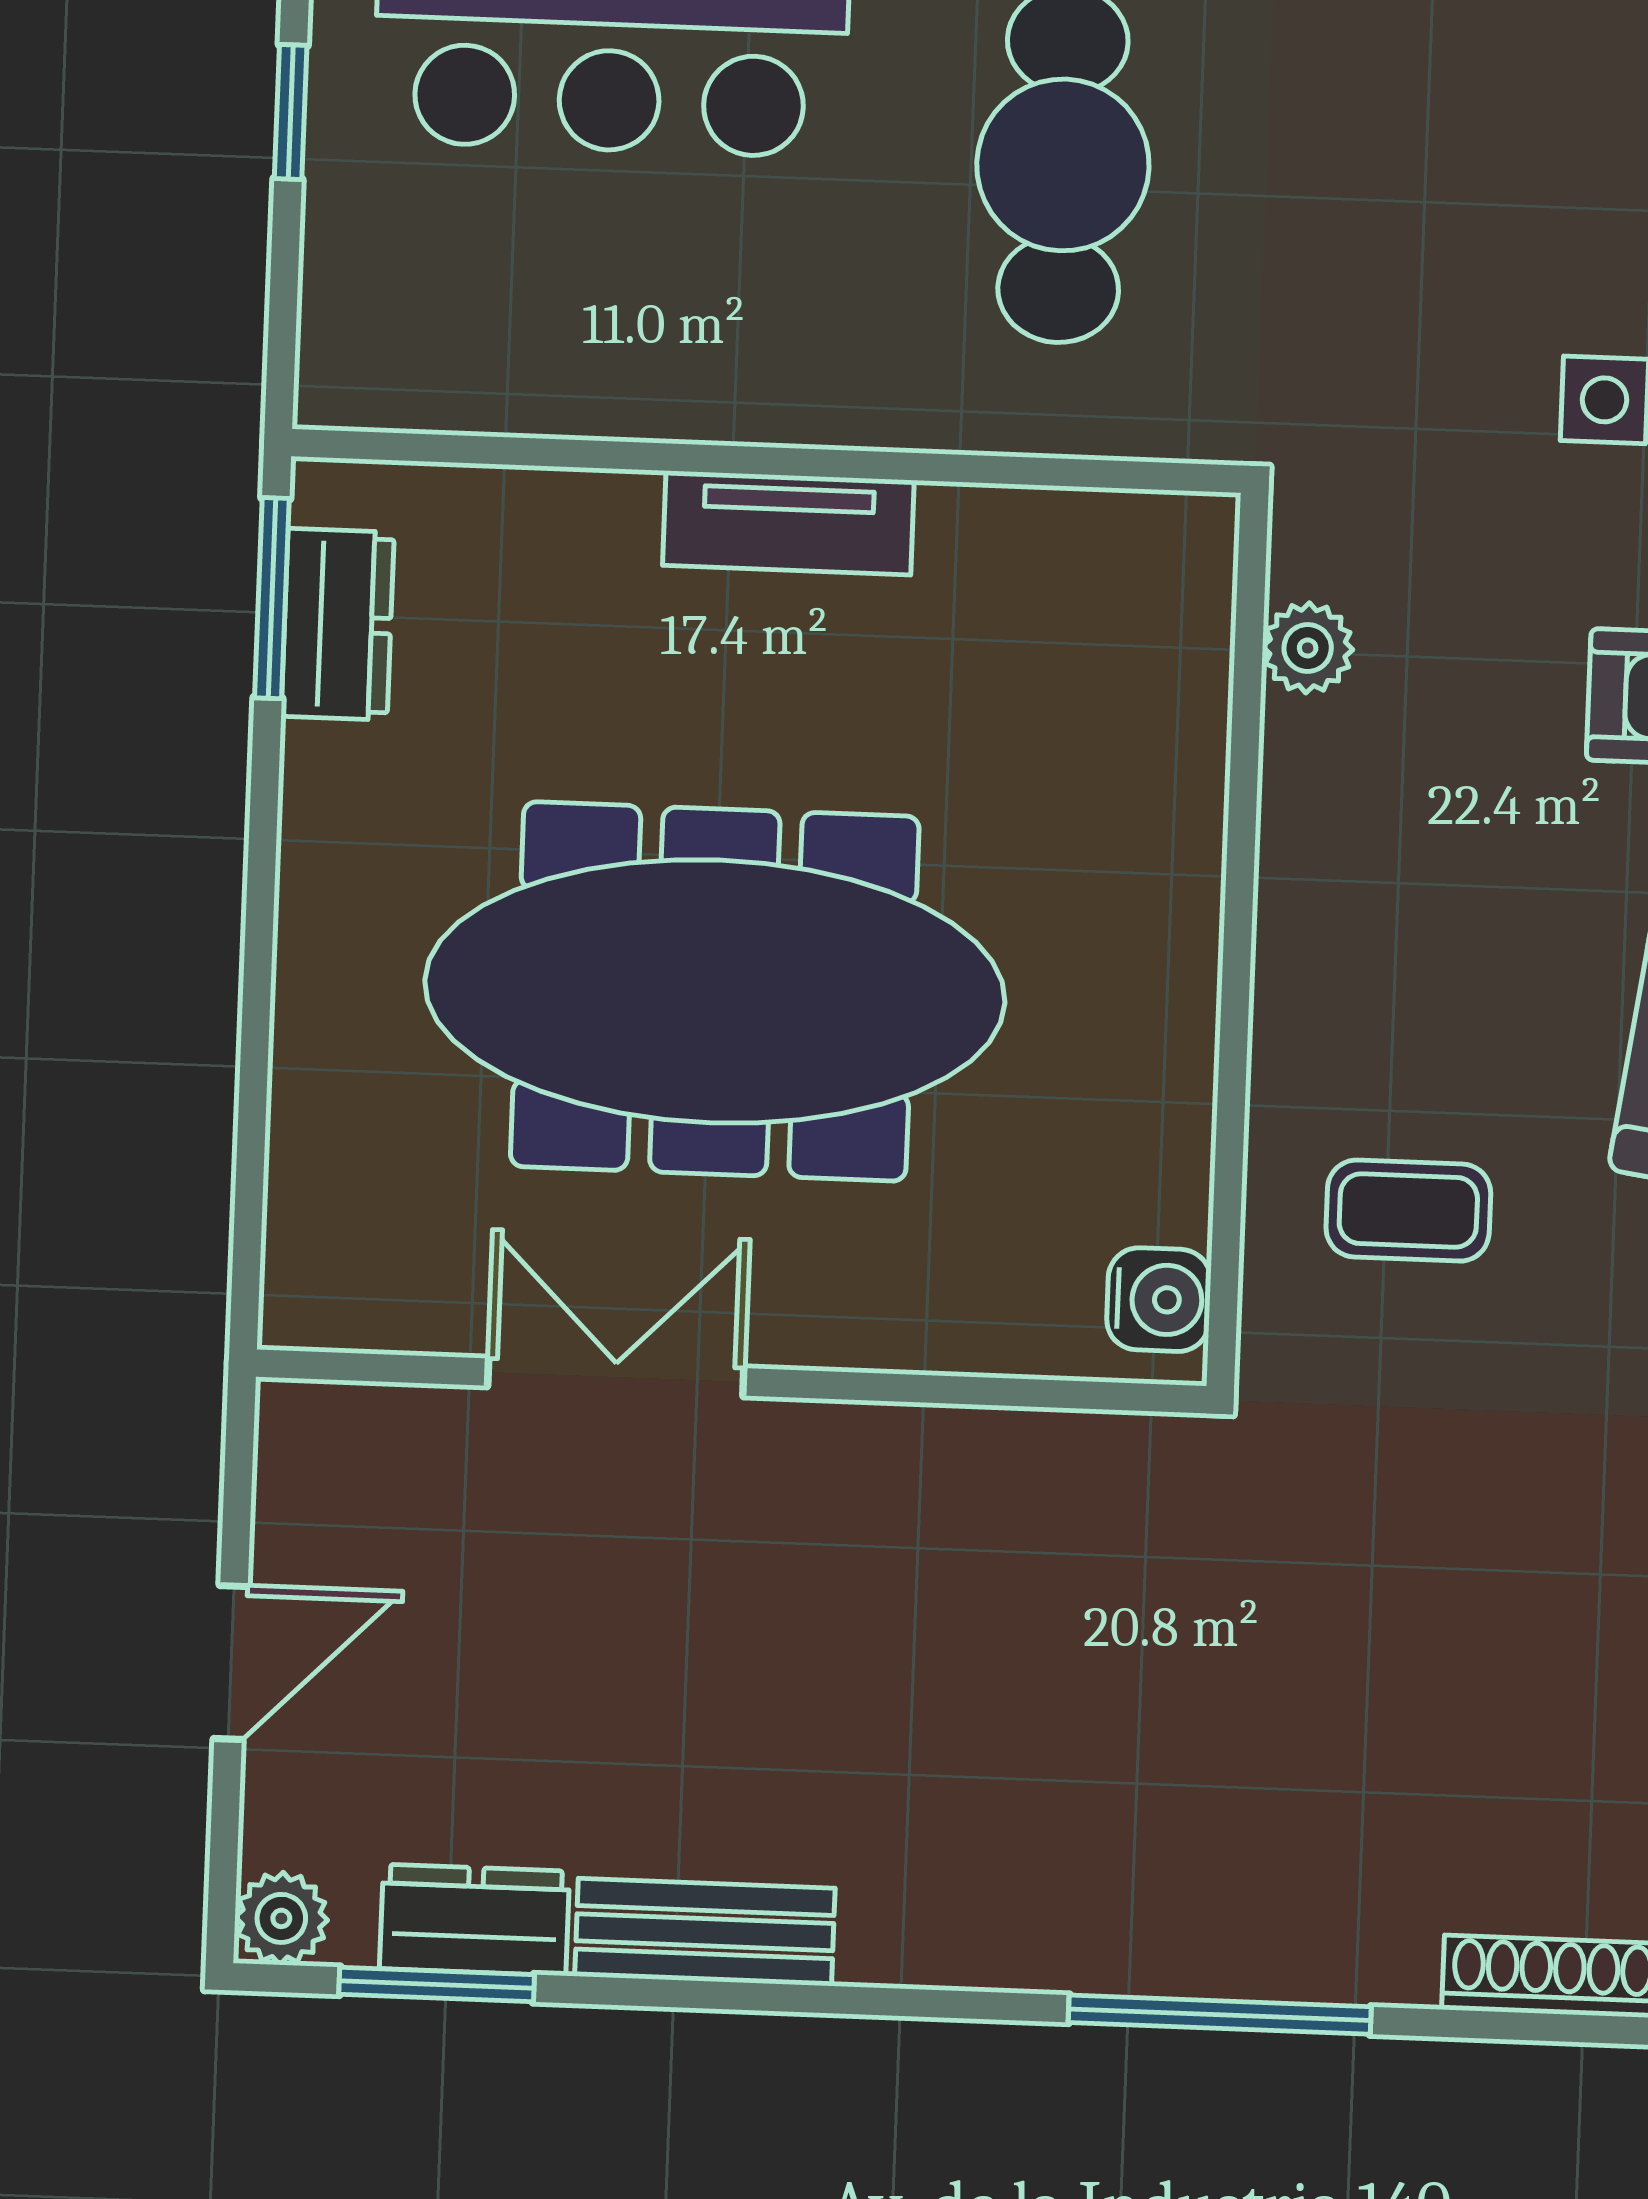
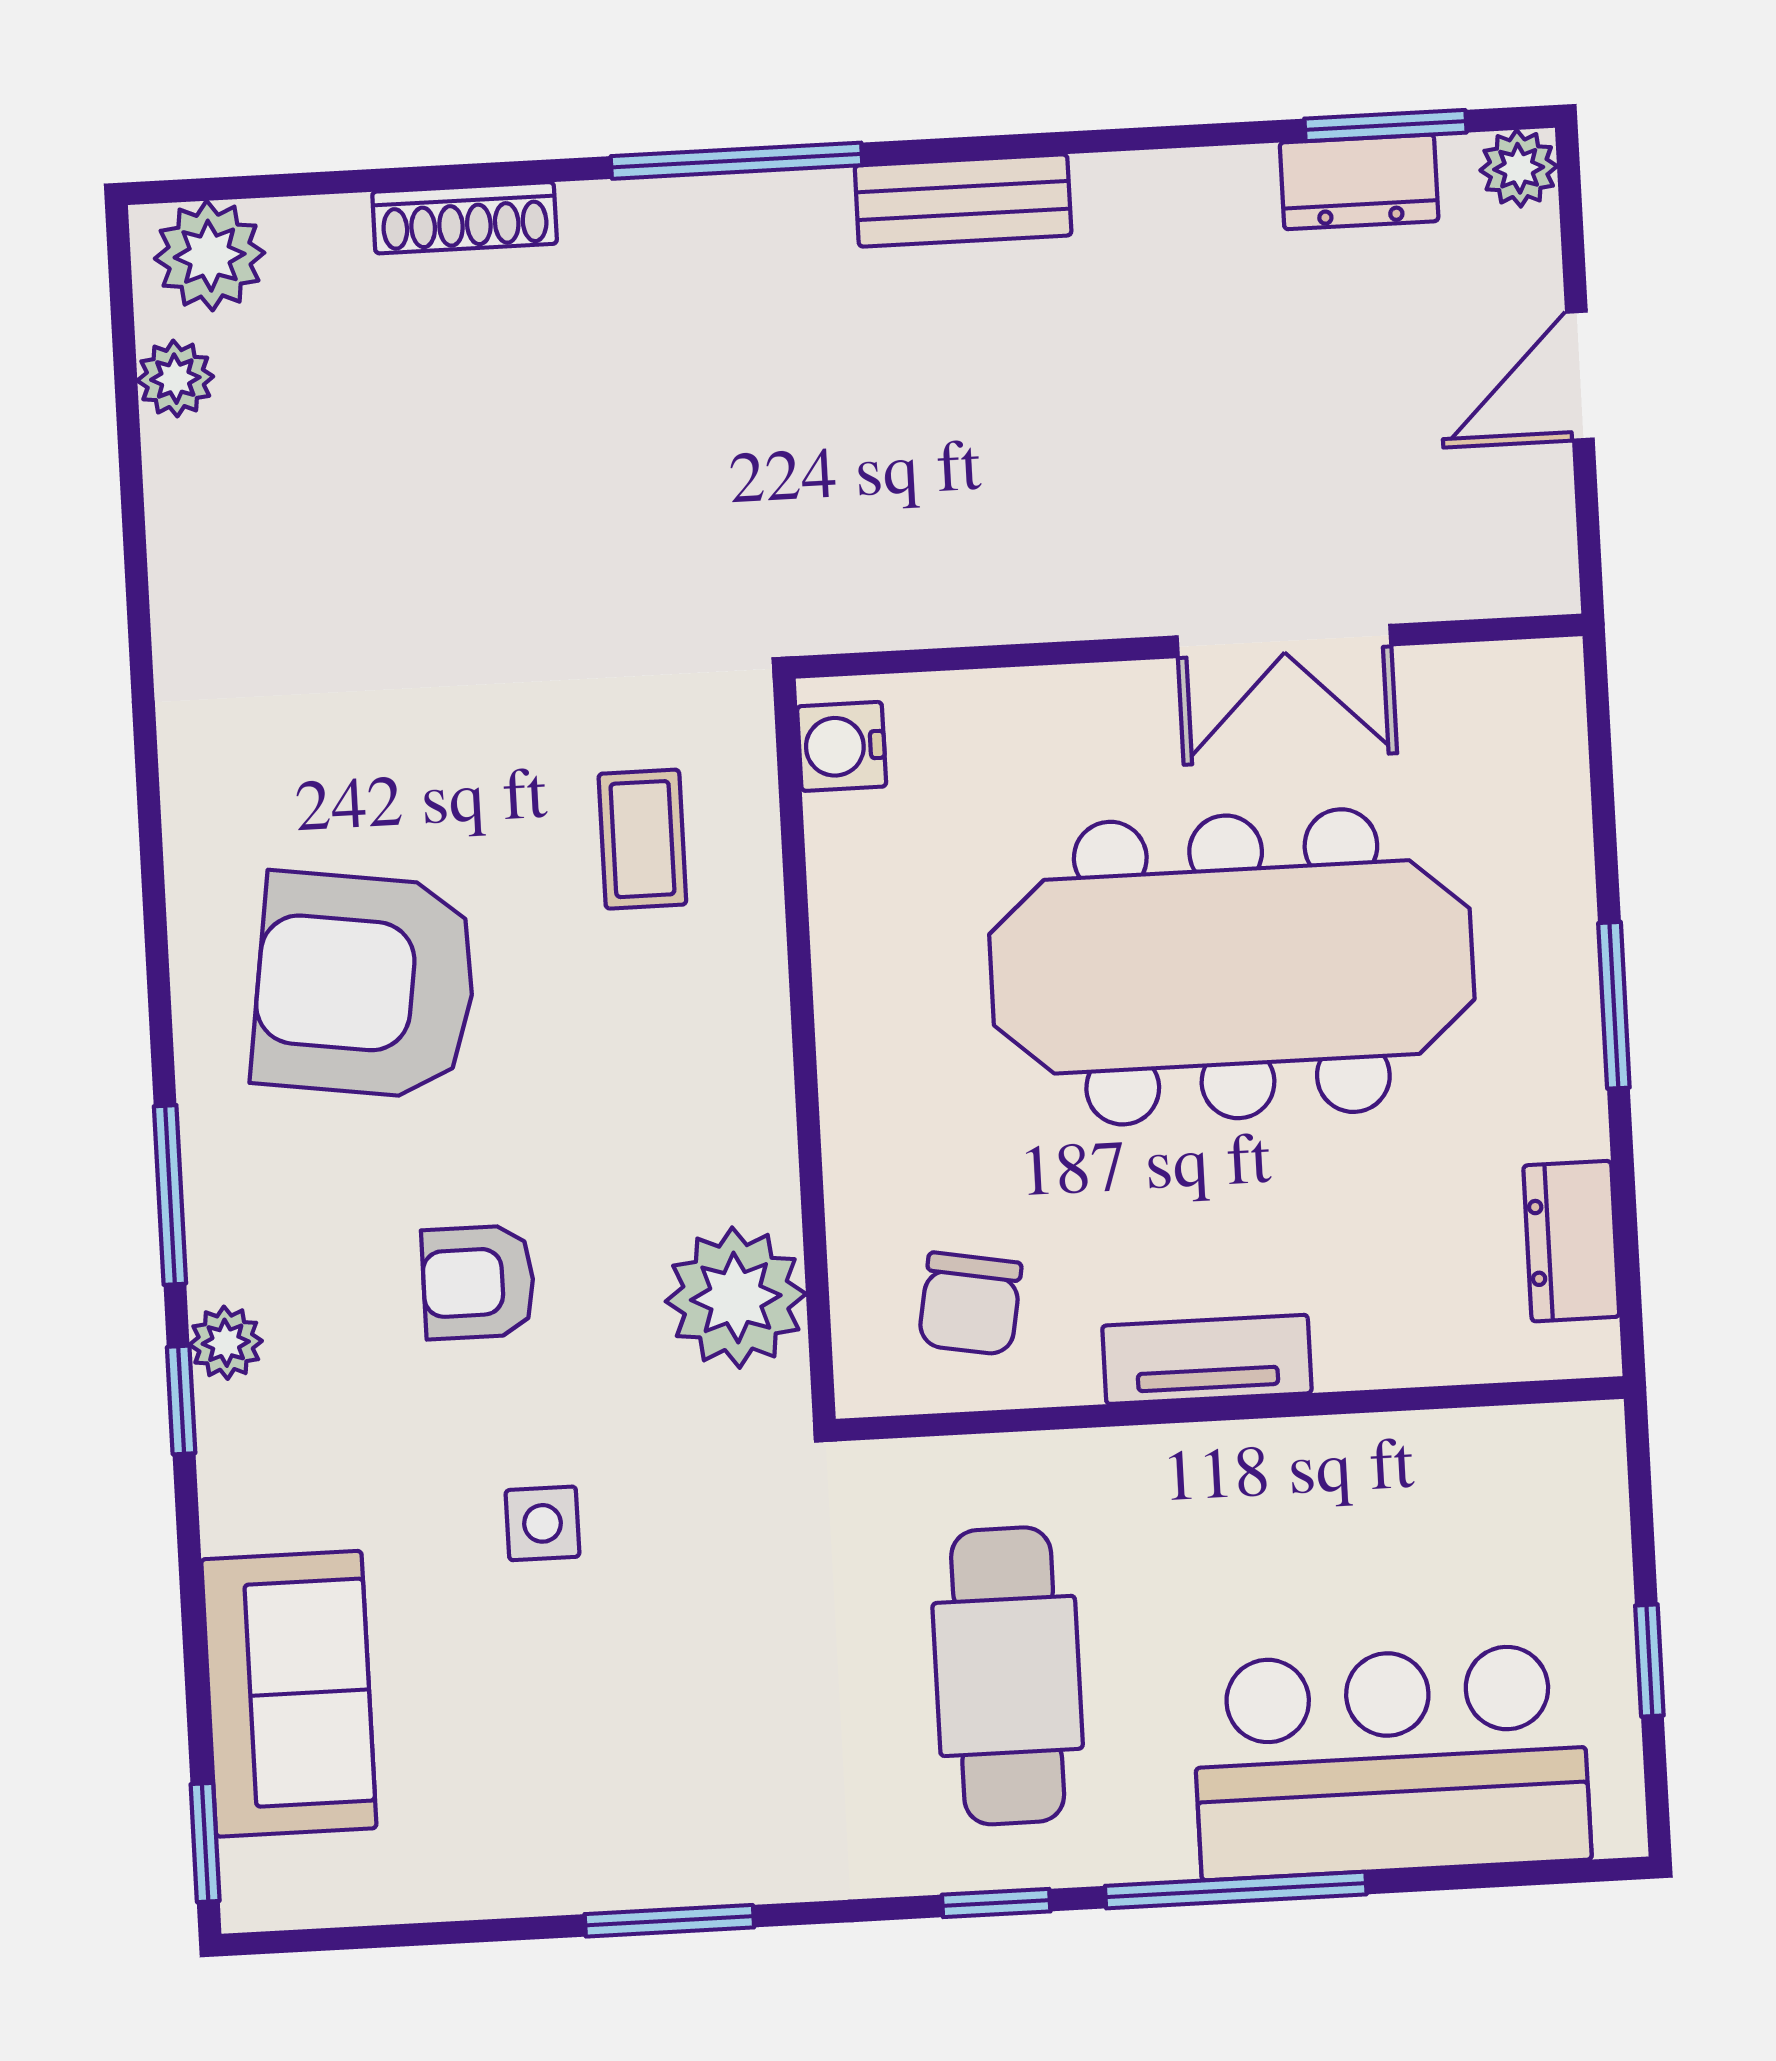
window: (272, 598) -> (1614, 1005), moved
chair: (1067, 616) -> (970, 1304), added
plant: (1308, 648) -> (736, 1298), width x1.88, depth x1.88
coffee table: (1408, 1211) -> (642, 839), turned 90
bench: (705, 1932) -> (963, 200), moved

